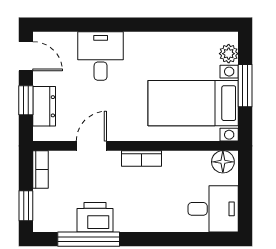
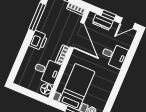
door: (91, 146) -> (77, 35), width x1.87
desk: (213, 209) -> (47, 71), moved, turned -90
printer: (95, 217) -> (38, 40), moved

